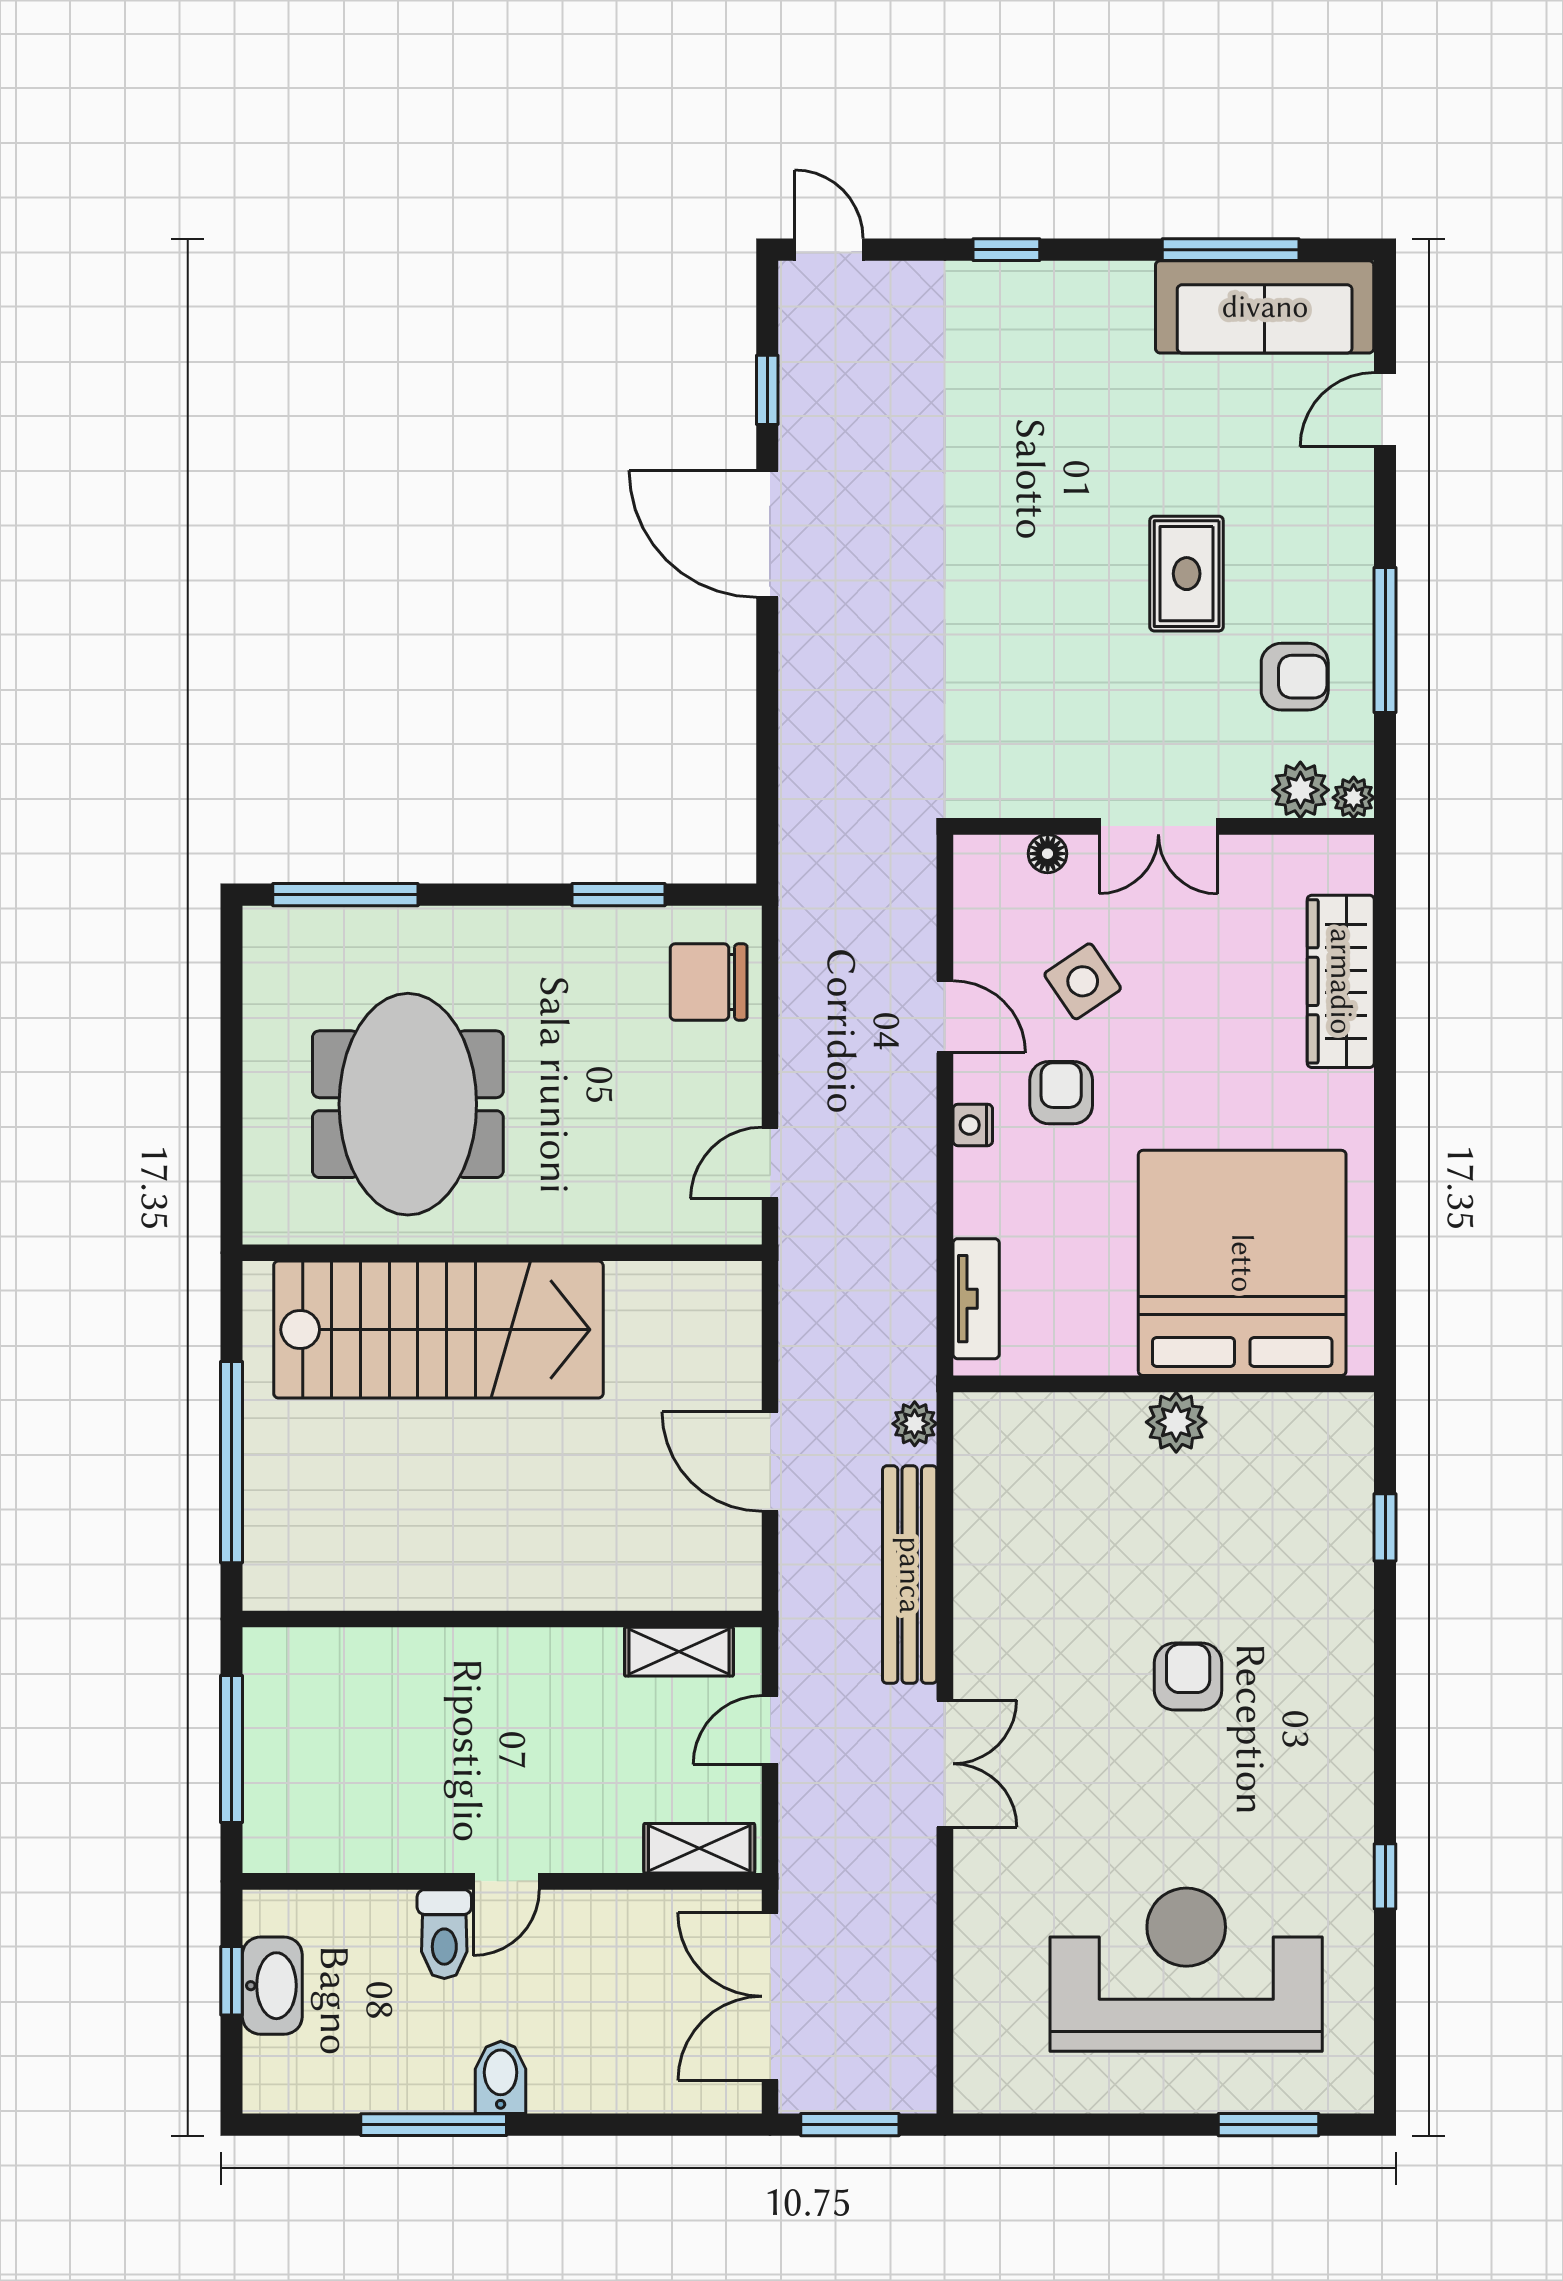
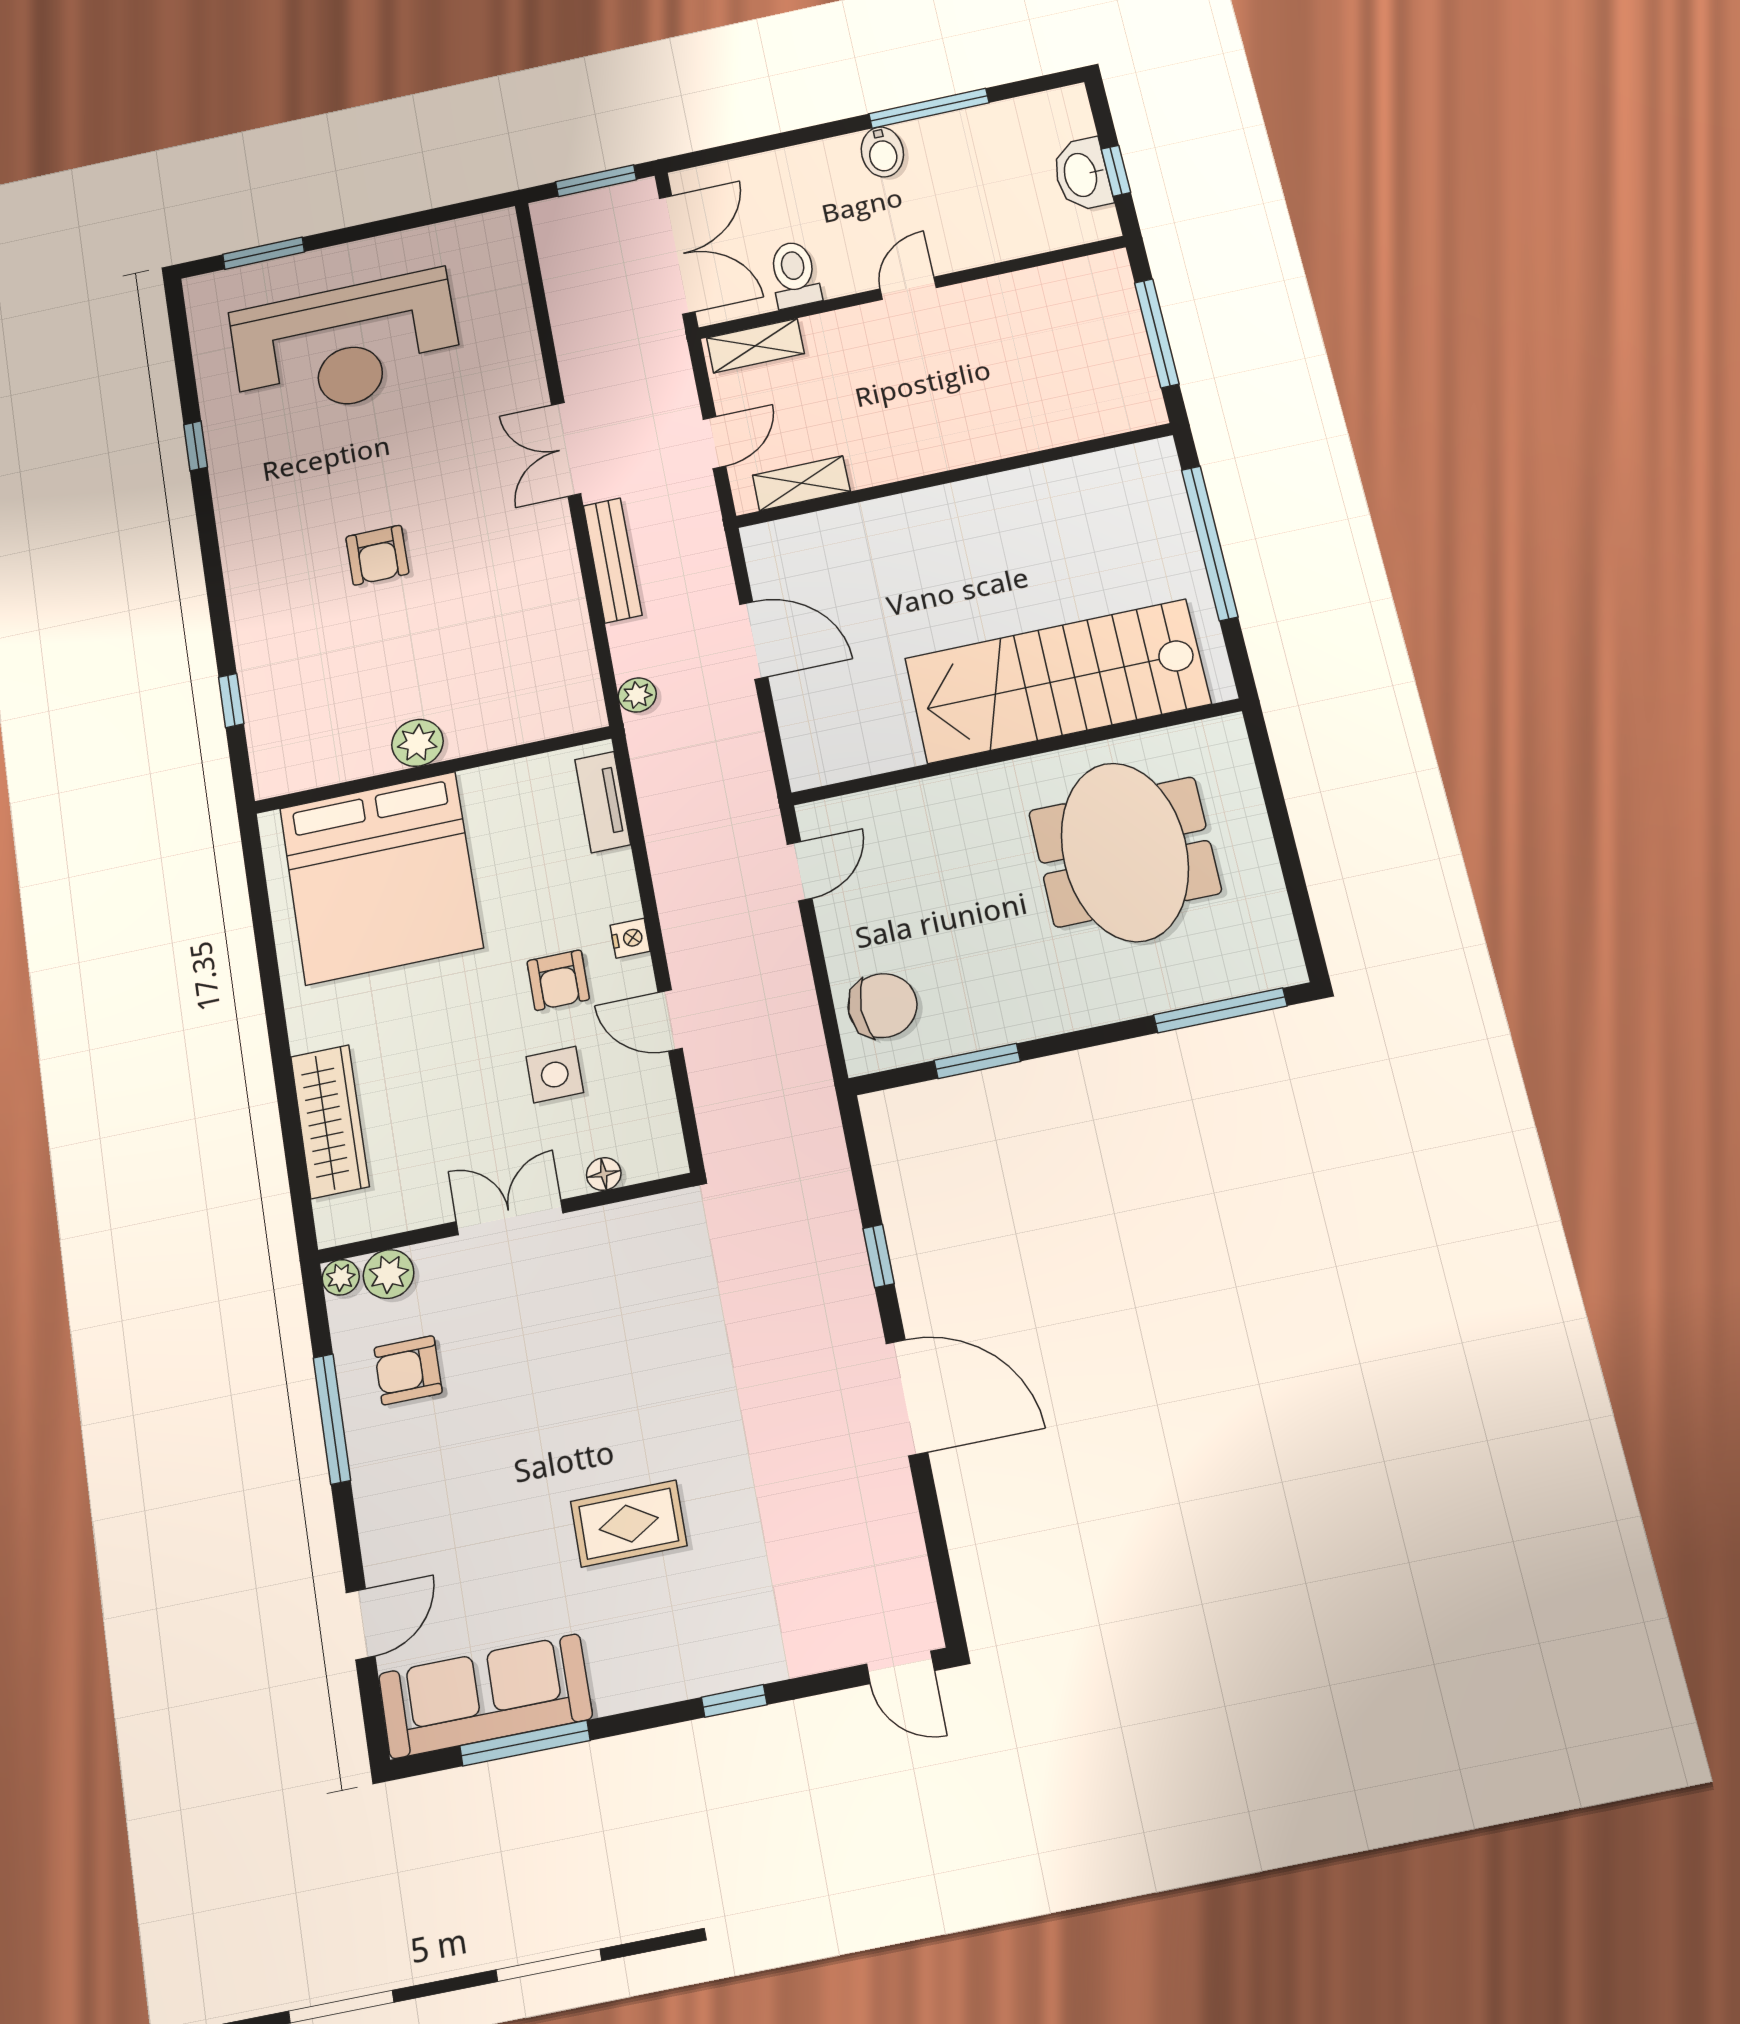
window: (767, 390) -> (879, 1256), moved
rug: (1187, 574) -> (629, 1524), moved, turned 90
side table: (1083, 981) -> (555, 1075), turned 34
bench: (910, 1575) -> (613, 560), width x0.73, depth x0.82
toilet: (444, 1934) -> (794, 274), moved

